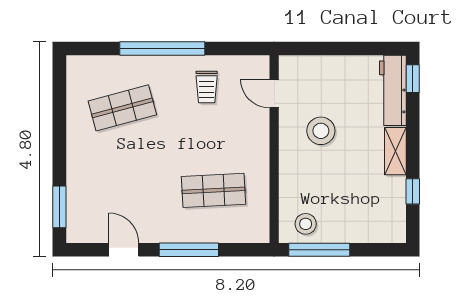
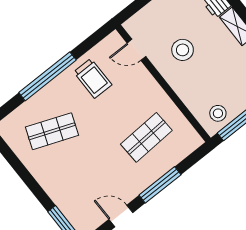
trolley: (207, 87) -> (93, 78), width x1.36, depth x1.39
shop shelf: (122, 108) -> (52, 131), turned 36

